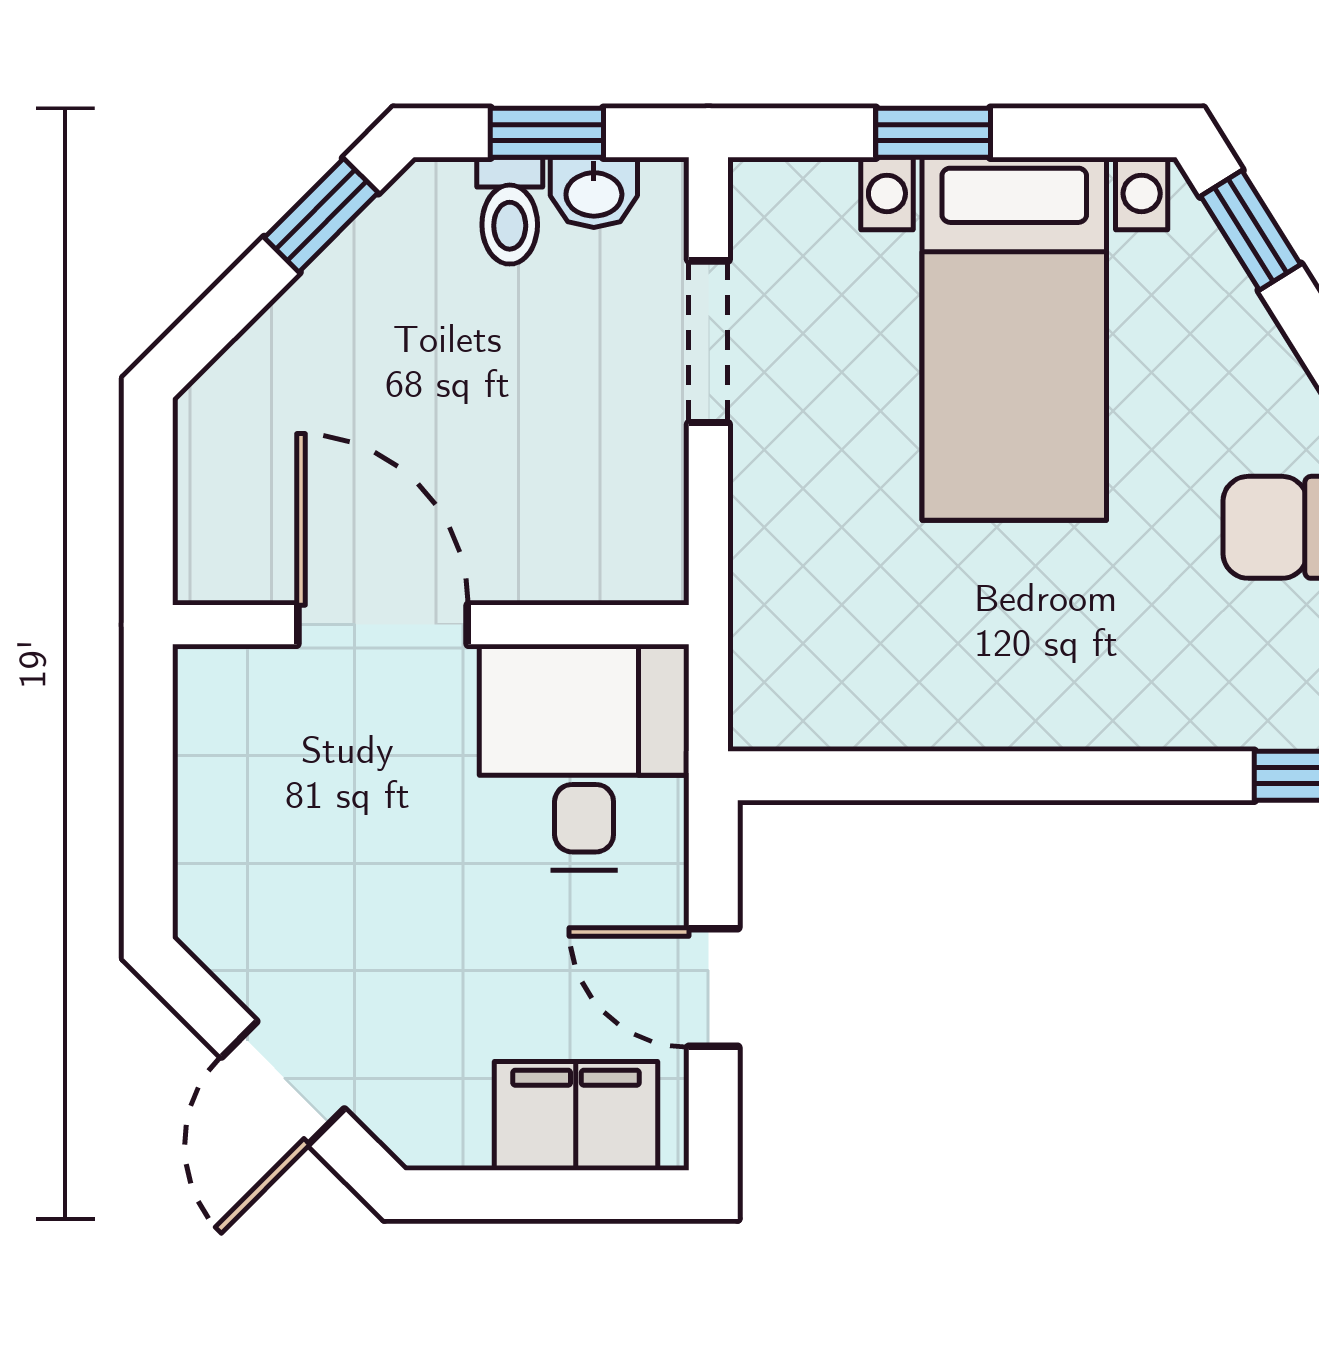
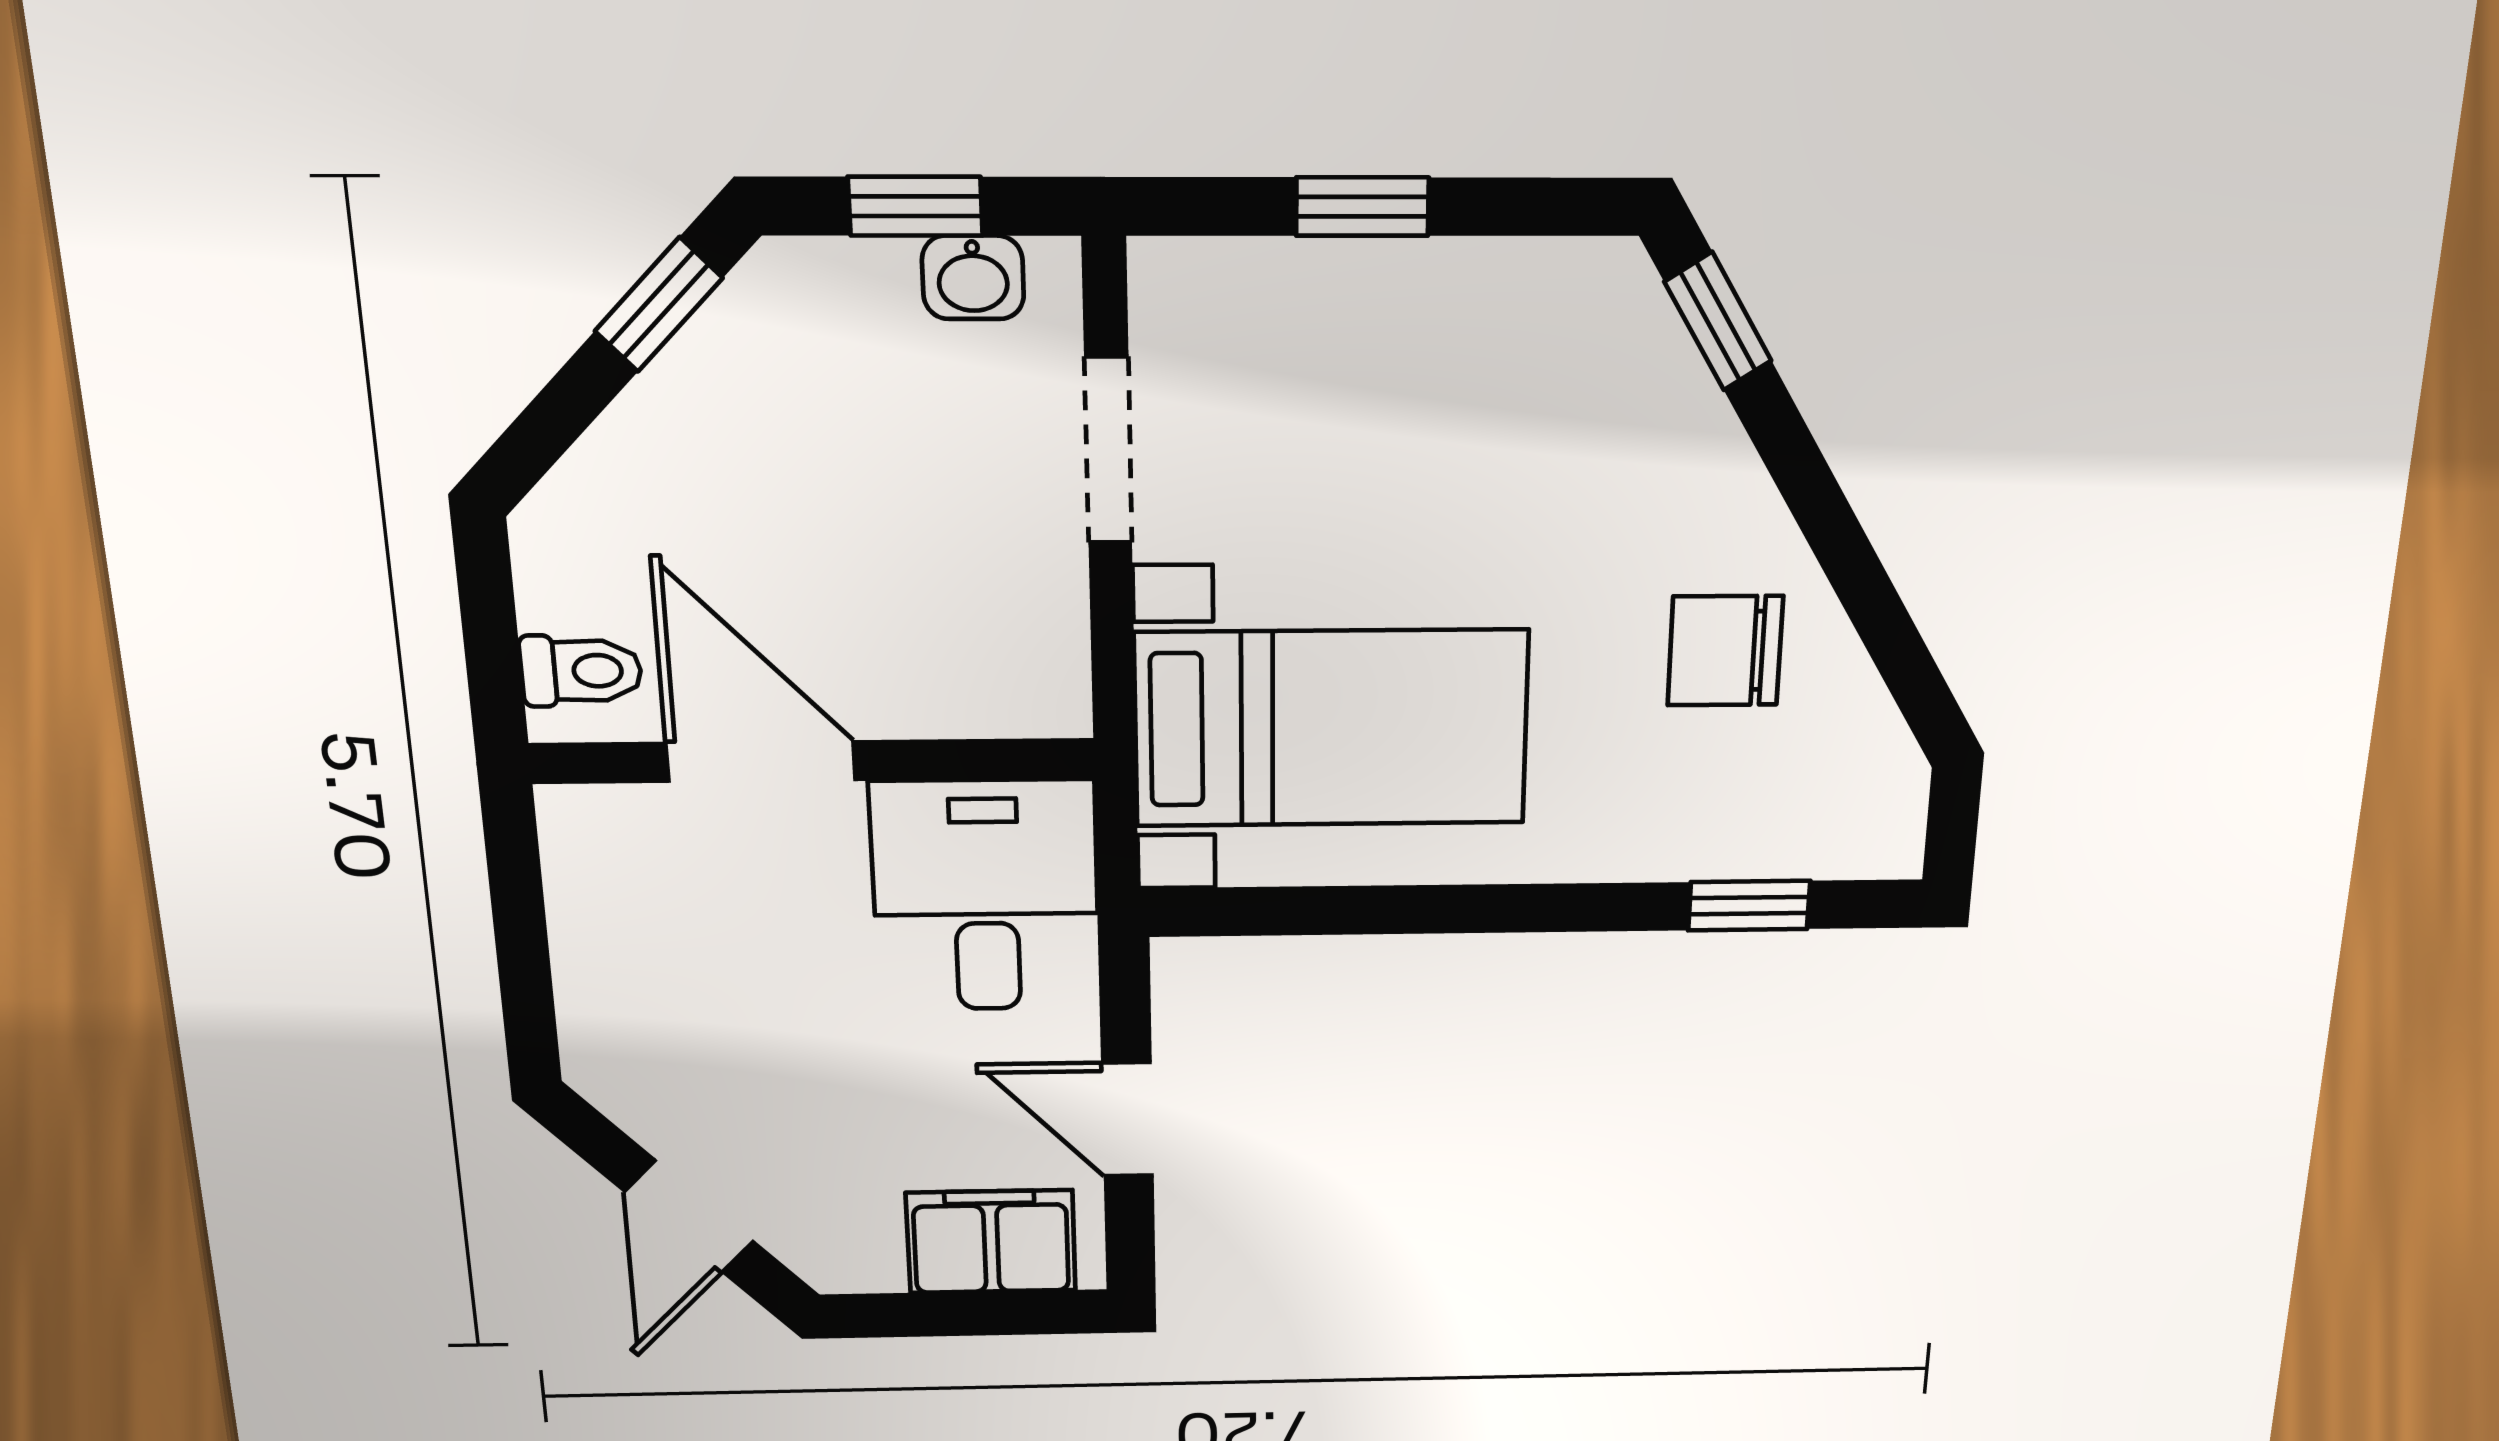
toilet: (510, 211) -> (581, 671), moved, turned -90
bed with nightstands: (1014, 339) -> (1331, 728), moved, turned -90

